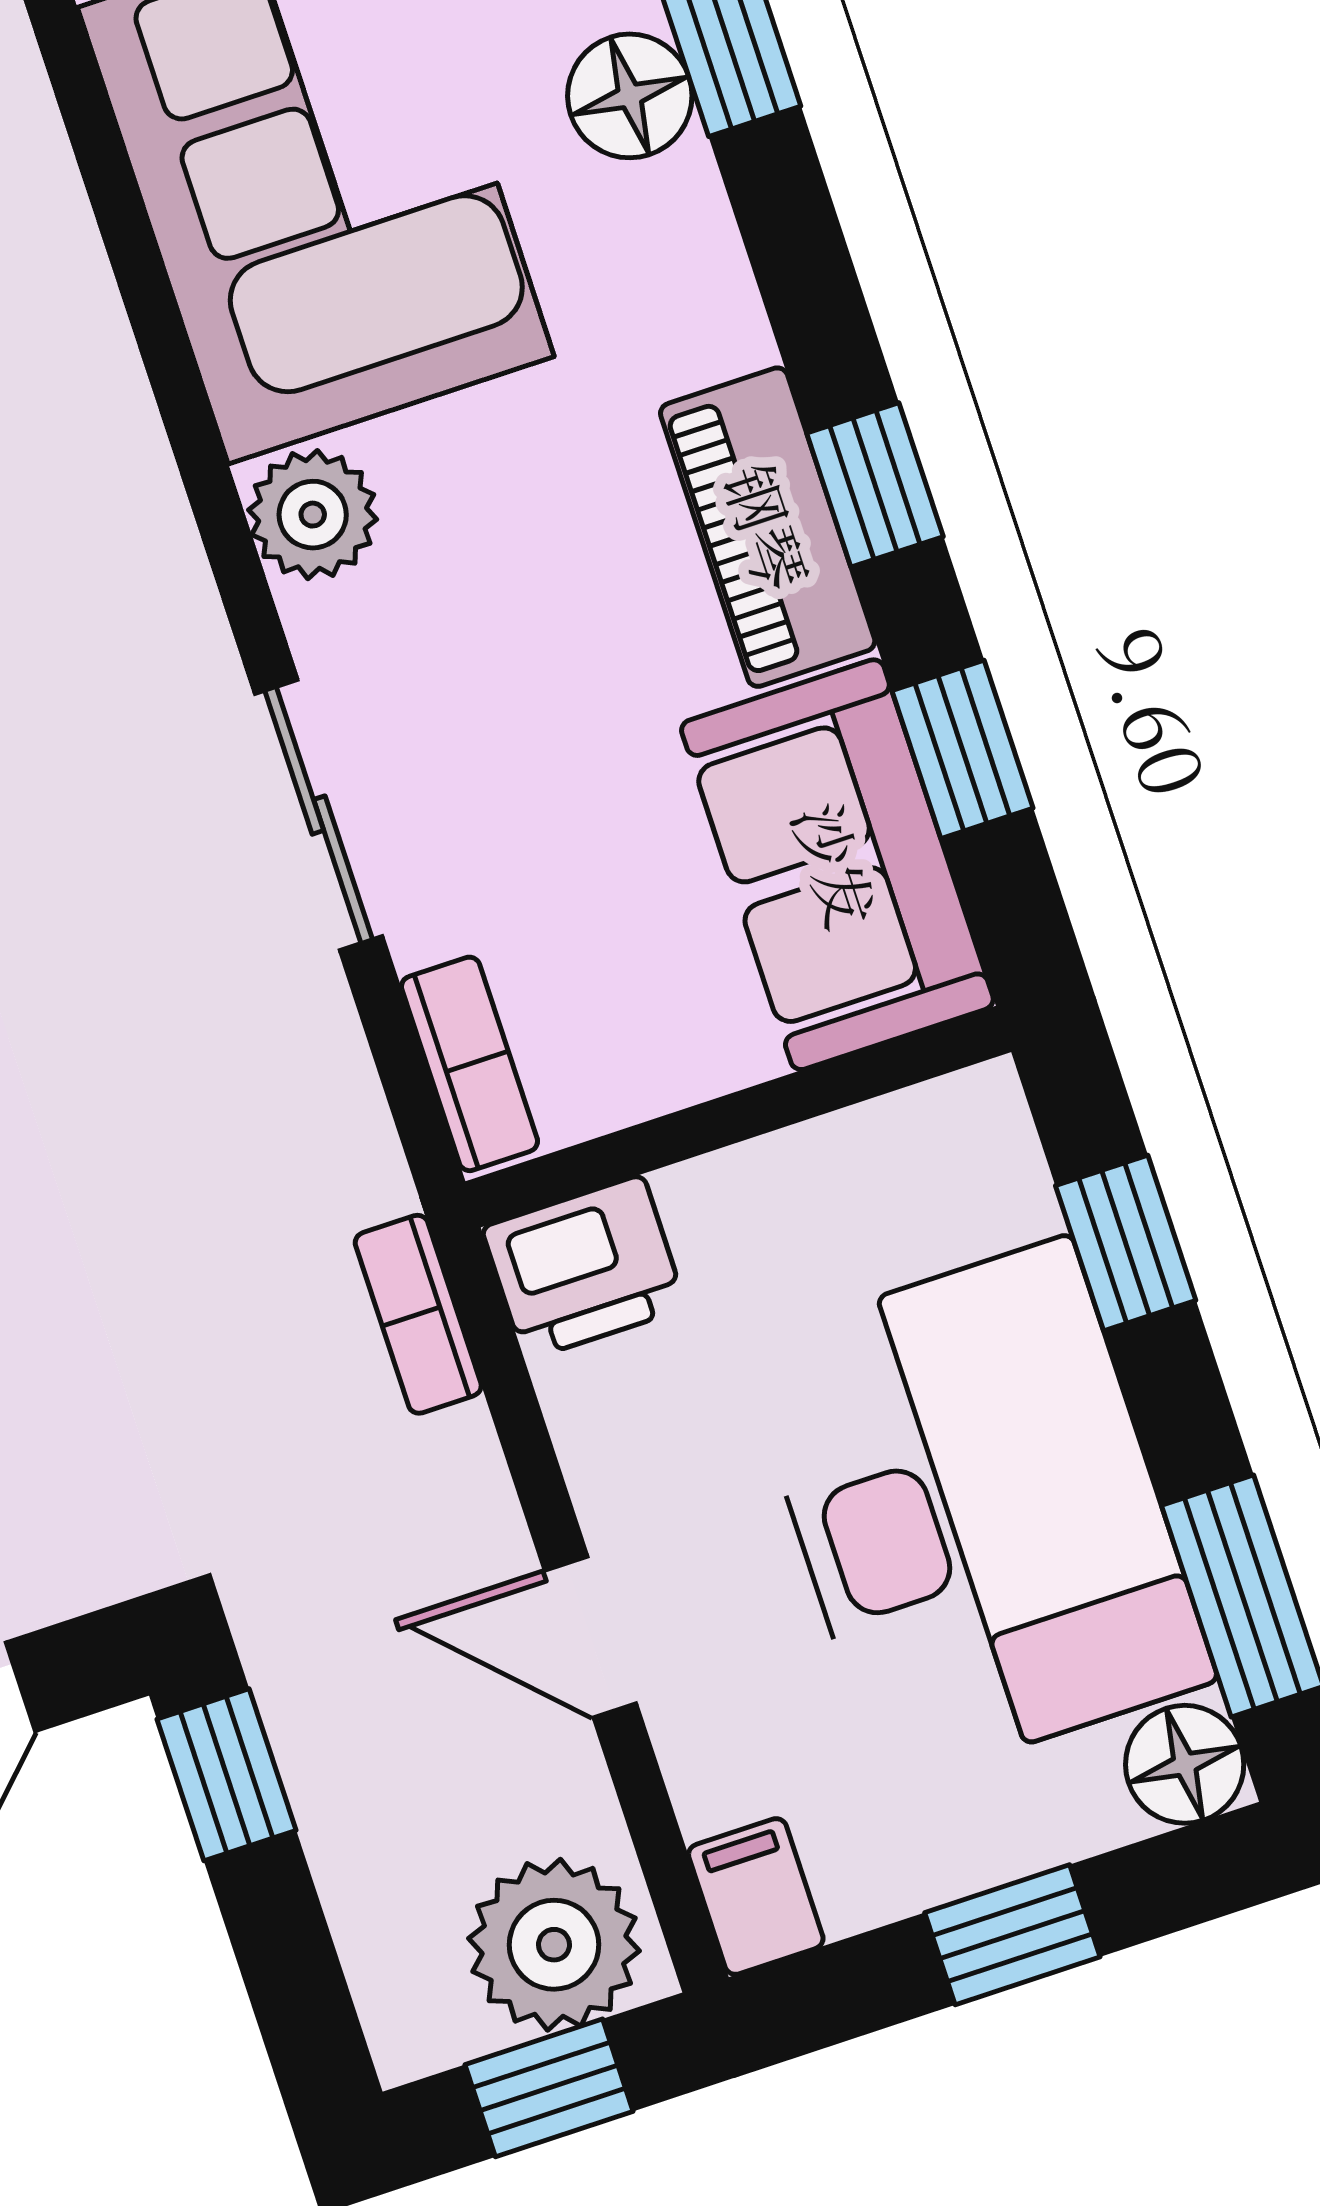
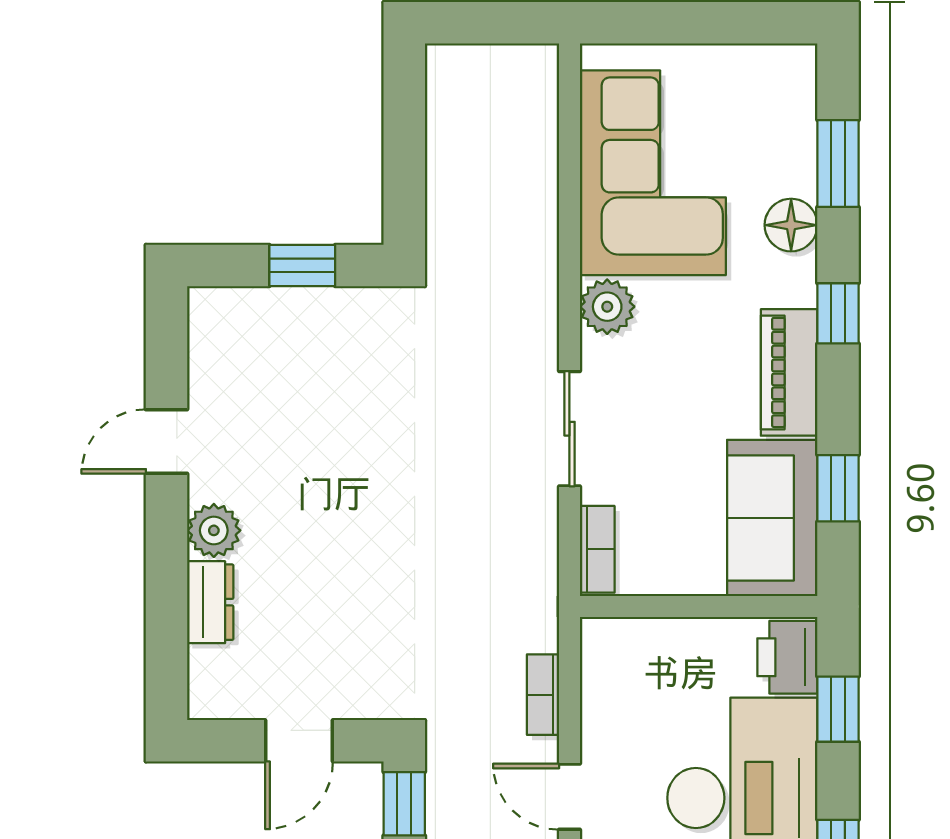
floor lamp: (630, 96) -> (791, 225), moved
window: (875, 485) -> (838, 313), moved
printer: (584, 1268) -> (787, 657), moved, turned 90
bookcase: (418, 1314) -> (543, 695), moved

